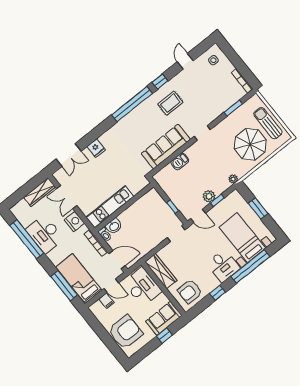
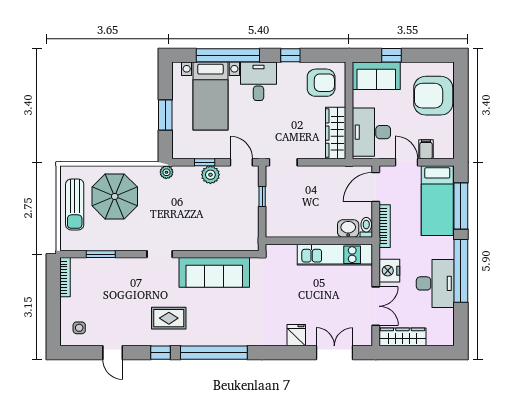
door: (185, 61) -> (113, 353), hinge flipped
barbecue: (180, 161) -> (212, 242), removed
window: (27, 239) -> (461, 271), moved
door: (117, 260) -> (376, 187), hinge flipped

